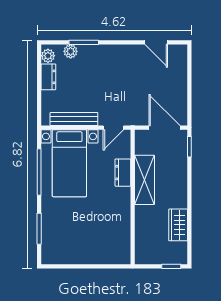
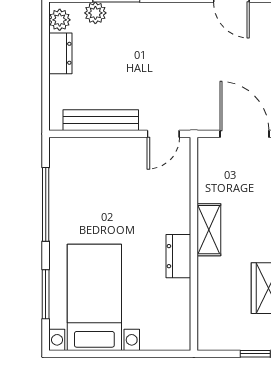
bed with nightstands: (69, 163) -> (94, 297), moved, turned 180
dresser: (123, 173) -> (178, 256), moved
shelving: (145, 180) -> (209, 230), width x0.67, depth x0.75

